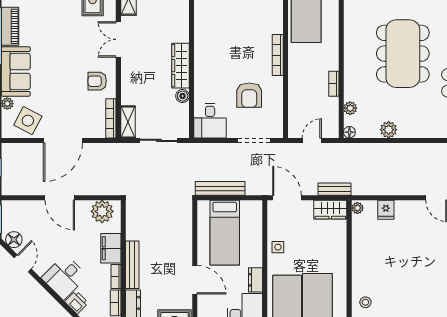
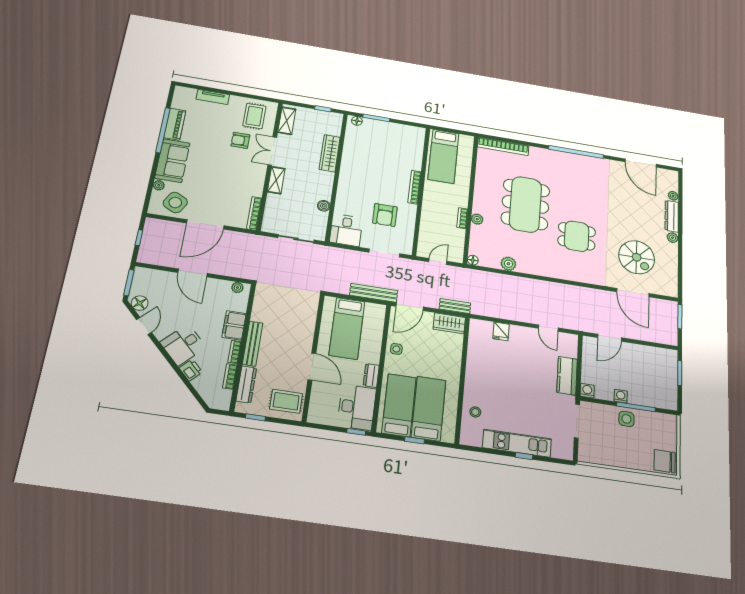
wardrobe: (181, 66) -> (330, 153), moved
armchair: (97, 81) -> (240, 140), moved
plant: (350, 108) -> (477, 219), moved
shelving: (128, 122) -> (276, 180), moved
bench: (220, 188) -> (374, 293), moved
door: (287, 198) -> (410, 307), swing flipped
plant: (357, 208) -> (475, 326), removed
plant: (102, 211) -> (237, 287), width x0.53, depth x0.53

